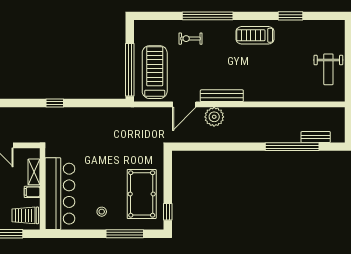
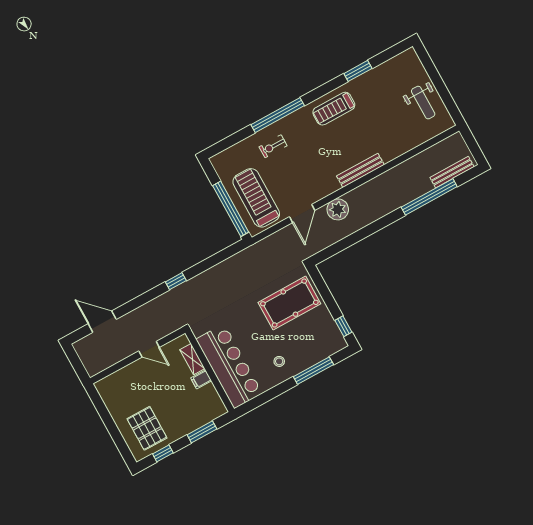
bench: (222, 96) -> (360, 170), moved
bench: (316, 137) -> (452, 172), width x1.36
pool table: (142, 194) -> (289, 303), moved, turned 90
trolley: (25, 215) -> (207, 406), removed

